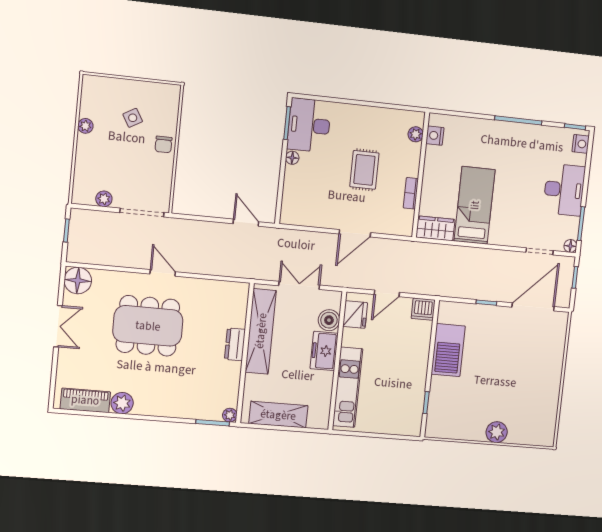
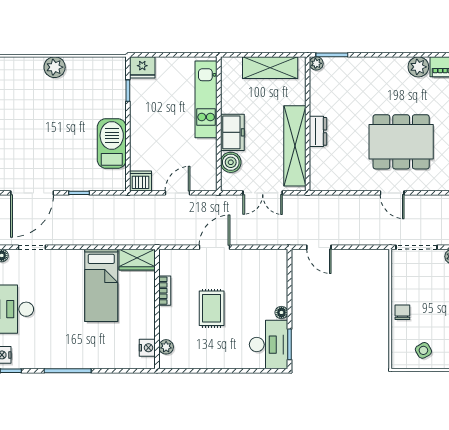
side table: (133, 118) -> (423, 350), moved
fridge: (355, 315) -> (142, 67), moved, turned -90

